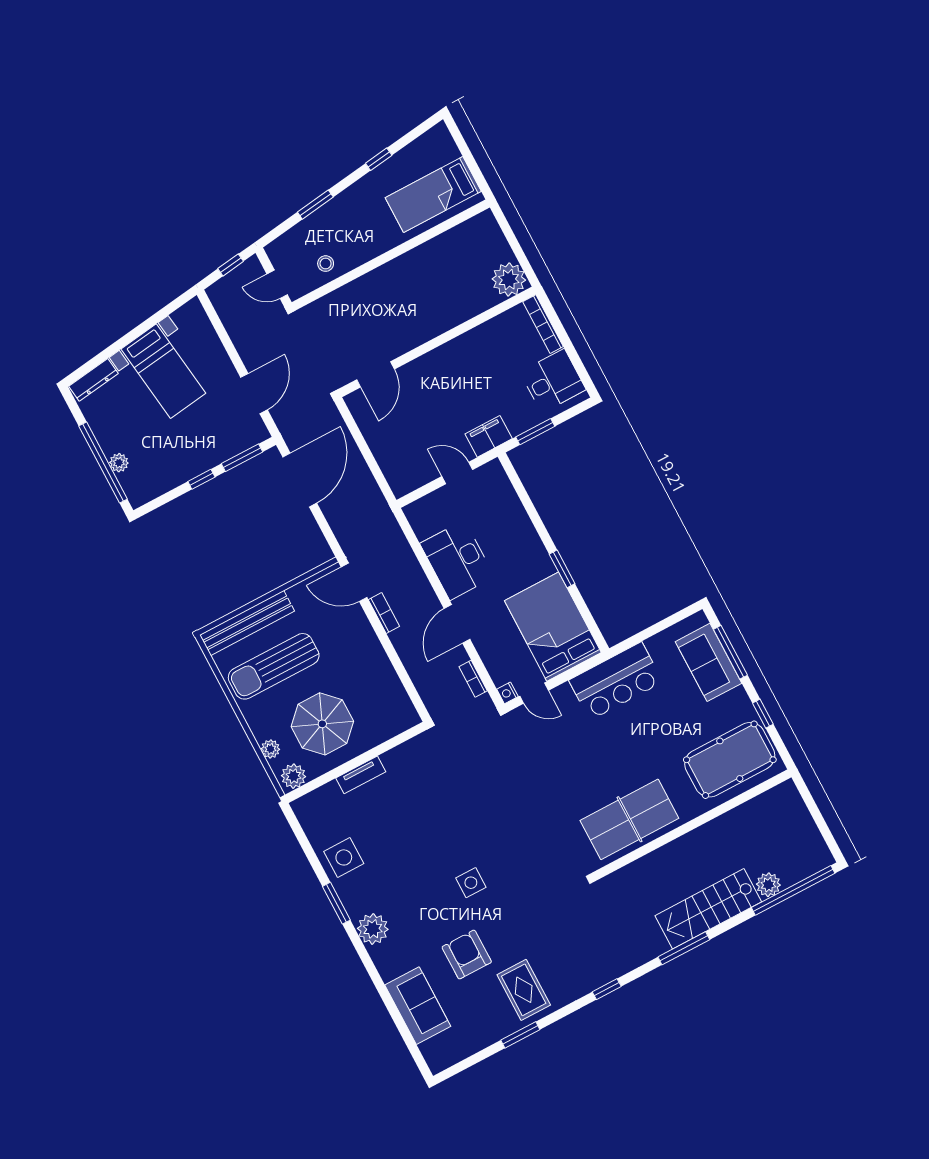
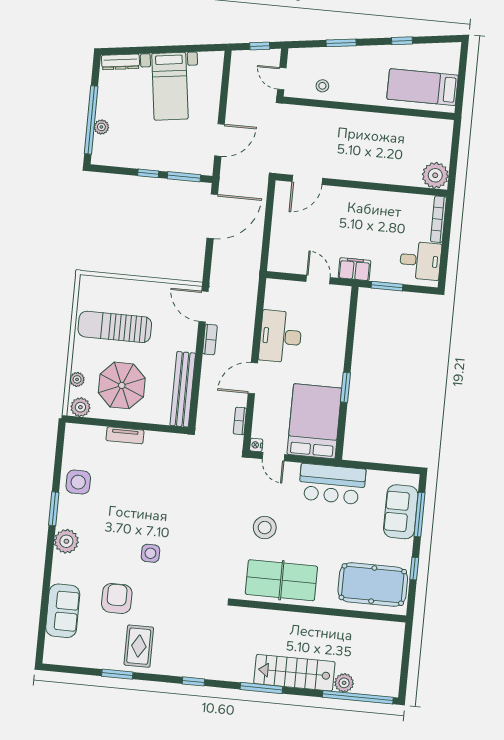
bench: (247, 623) -> (183, 389), moved, turned 90
stool: (575, 775) -> (265, 528), added

